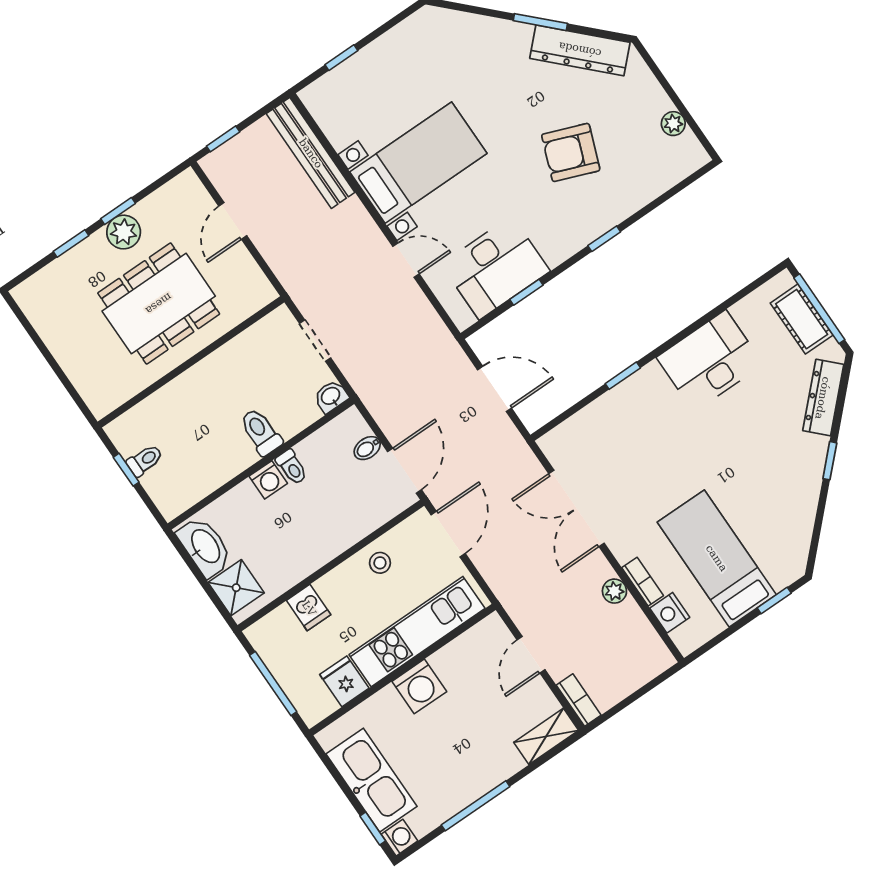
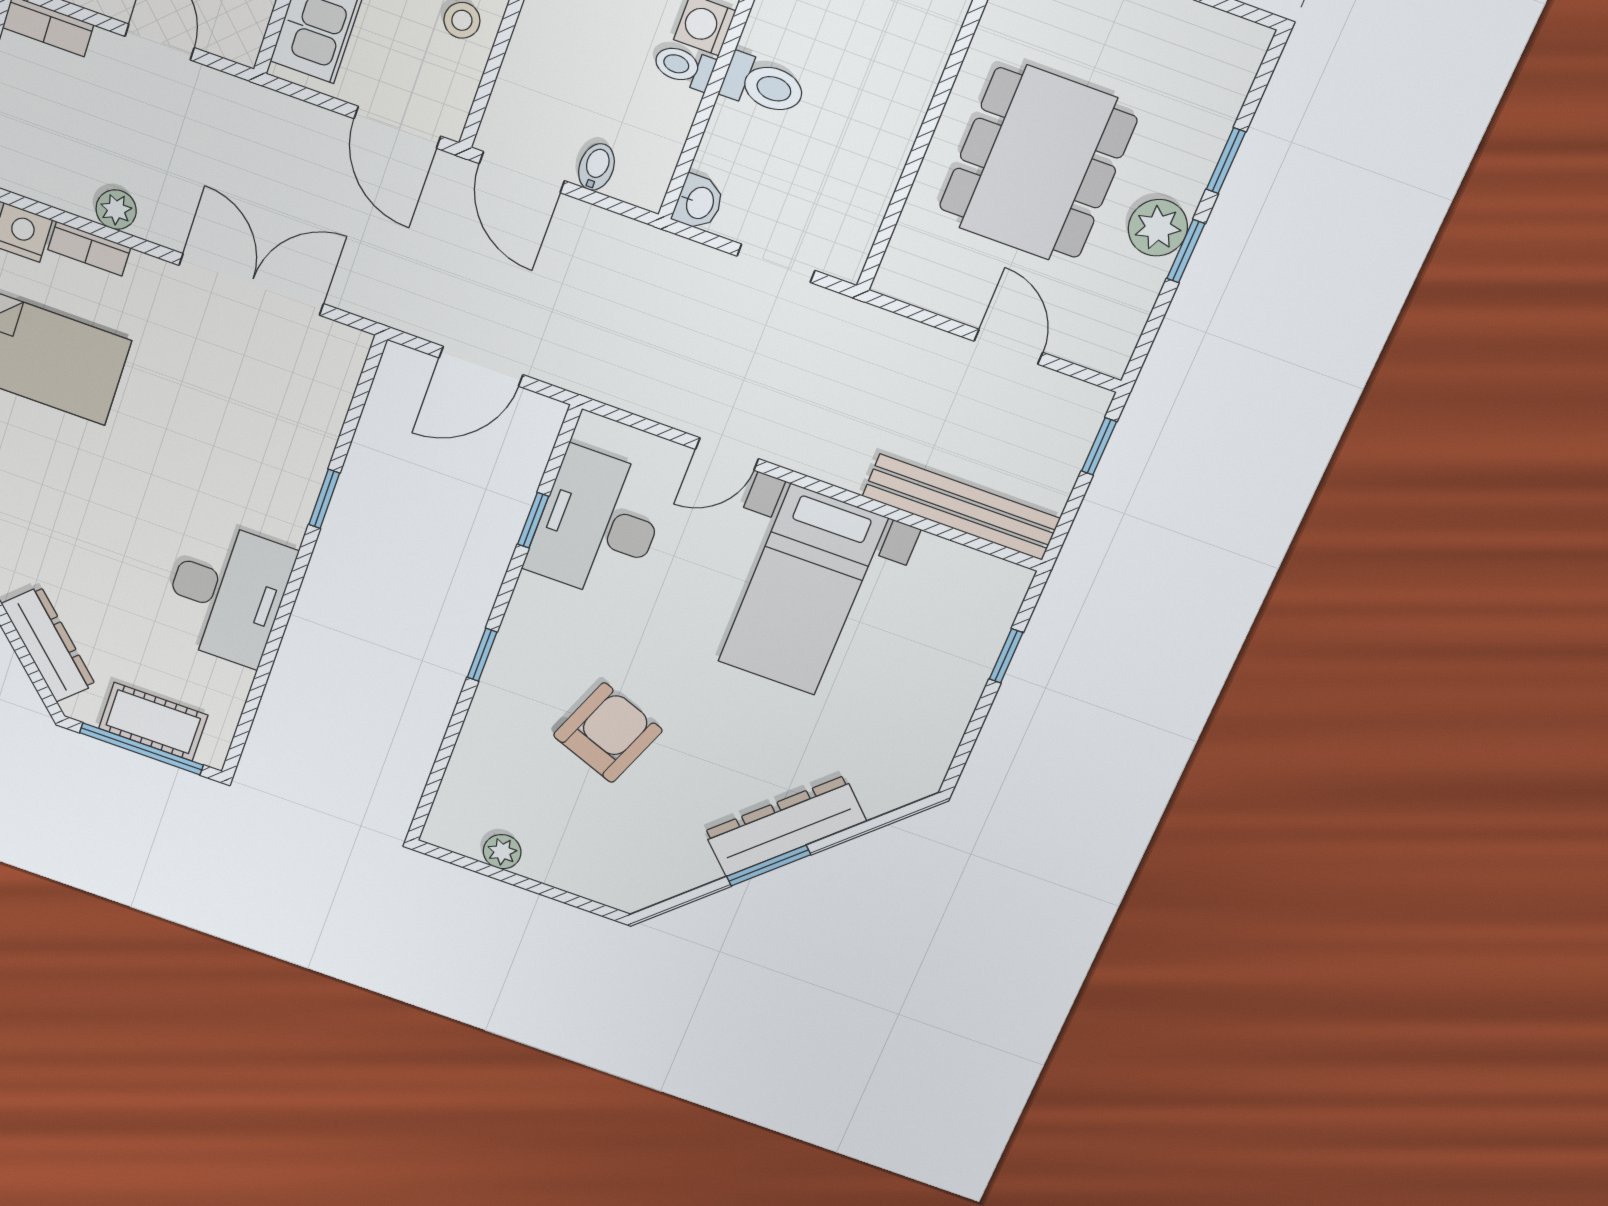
dresser: (580, 50) -> (785, 826), moved

